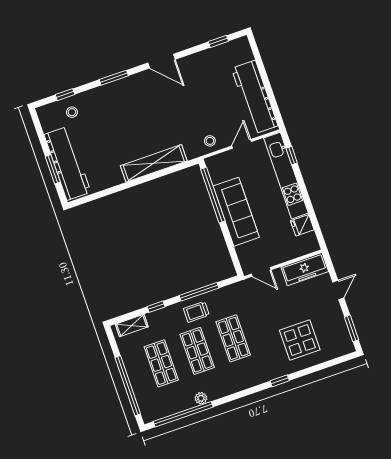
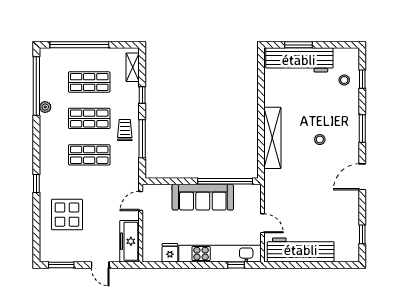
stool: (210, 141) -> (320, 140), moved

